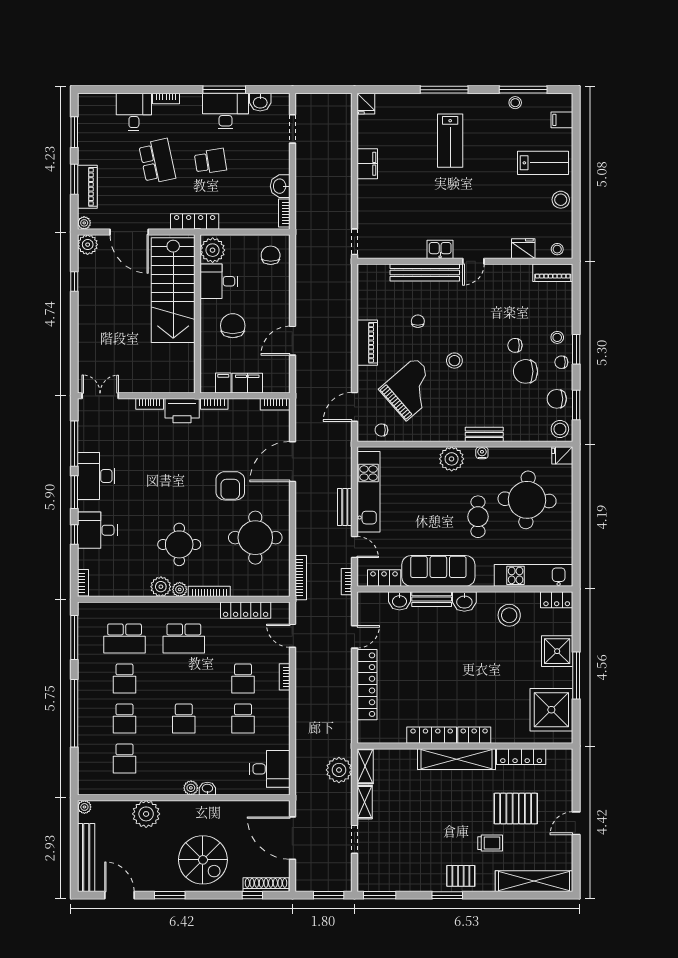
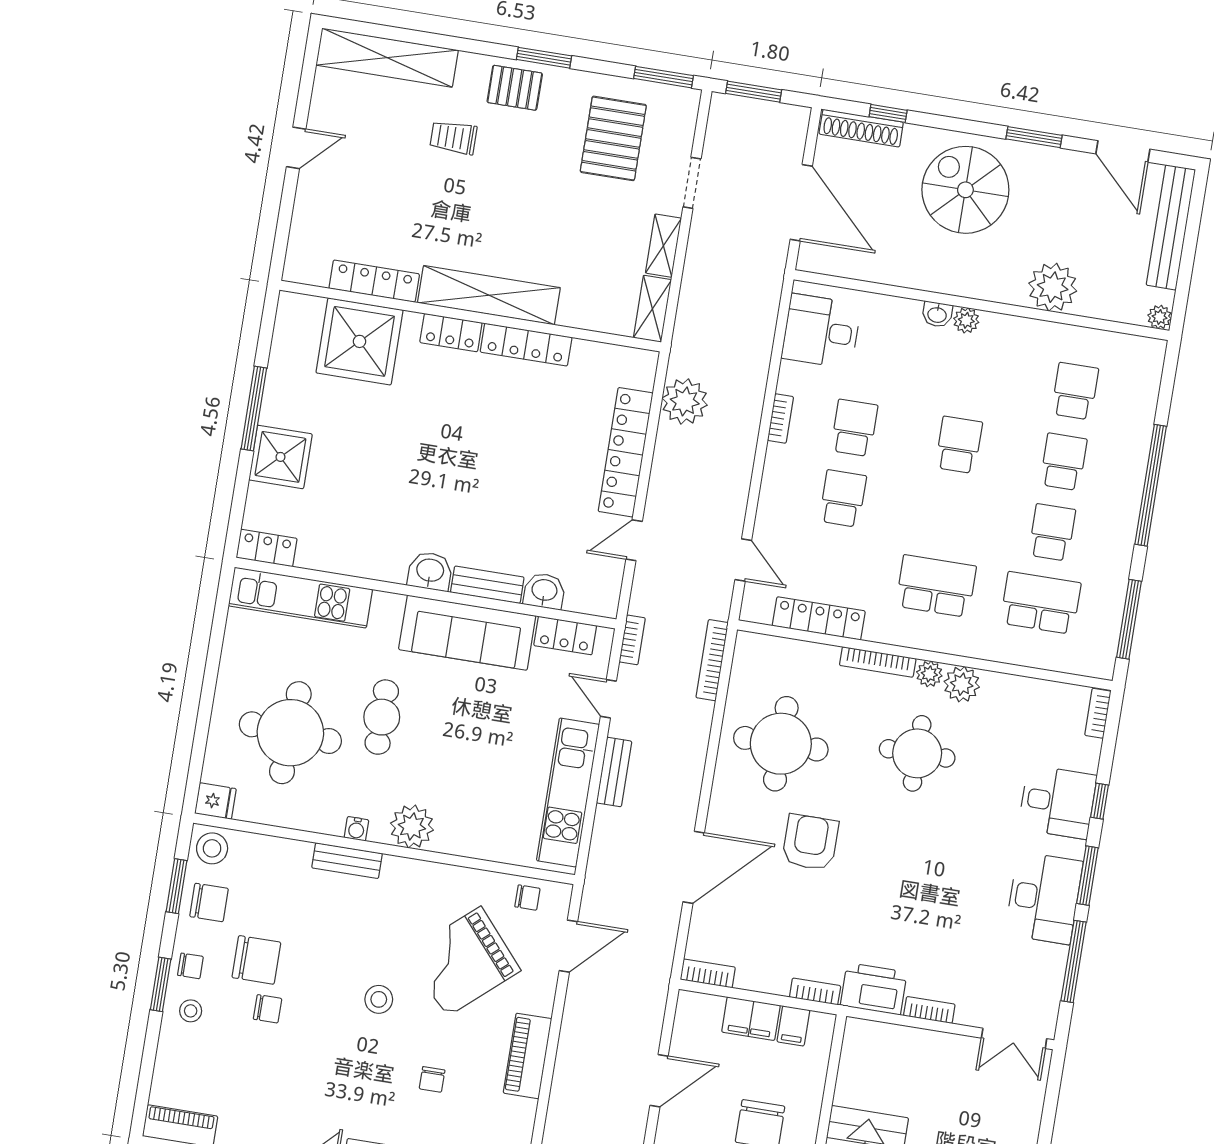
stool: (509, 615) -> (355, 534), removed
bookcase: (285, 677) -> (781, 418), moved
shower: (551, 710) -> (360, 341), moved
plant: (339, 770) -> (685, 401), moved
pallet: (516, 809) -> (613, 138), moved, turned 90

